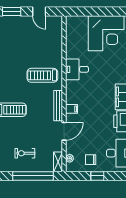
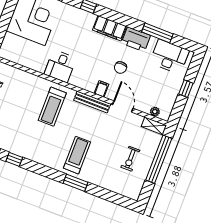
chair: (91, 160) -> (120, 68), moved

